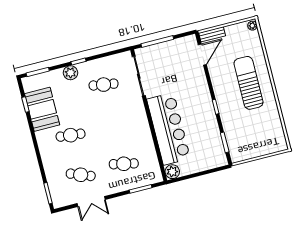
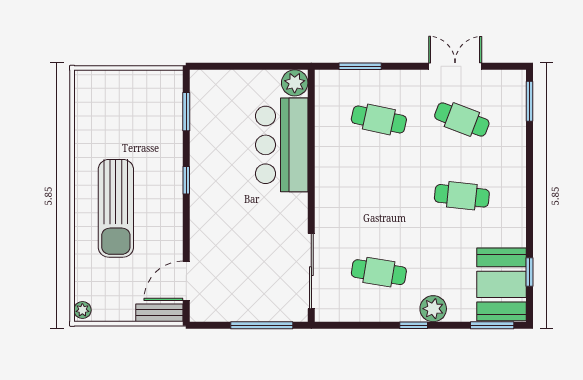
booth: (42, 109) -> (501, 284), moved
bar counter: (169, 129) -> (282, 145), width x0.73

